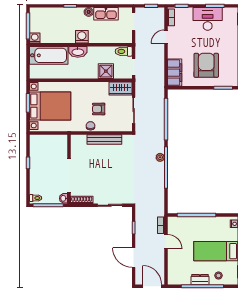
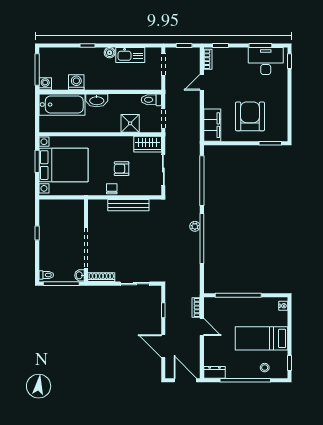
desk: (208, 19) -> (266, 61), moved
washing machine: (82, 37) -> (76, 82), moved
dresser: (200, 280) -> (215, 372), moved

